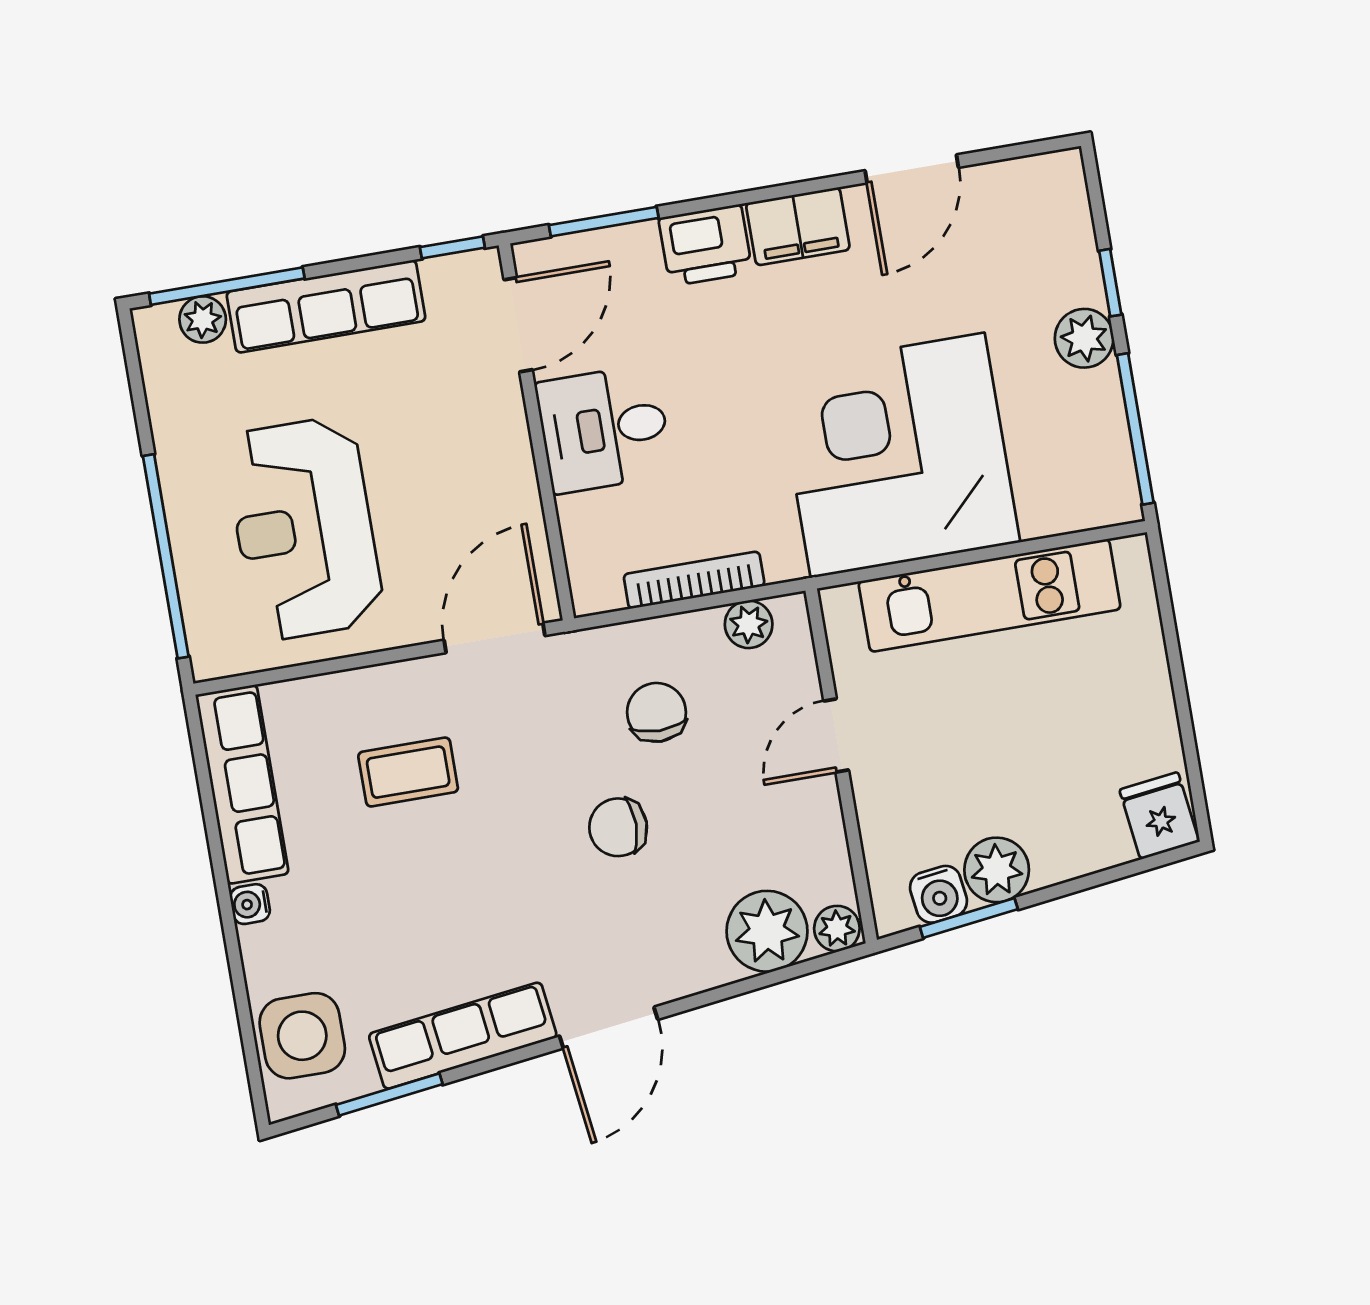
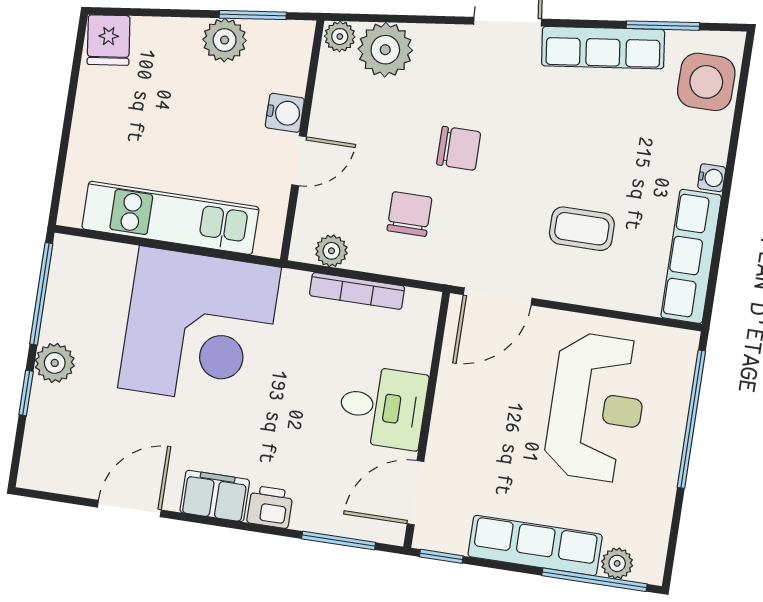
printer: (705, 245) -> (270, 507), width x0.73, depth x0.81
chair: (657, 712) -> (409, 214), turned 180
water cooler: (938, 894) -> (285, 113), moved, turned 97

